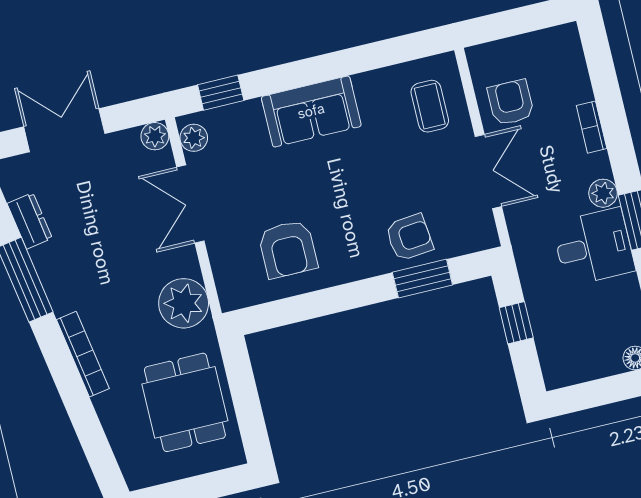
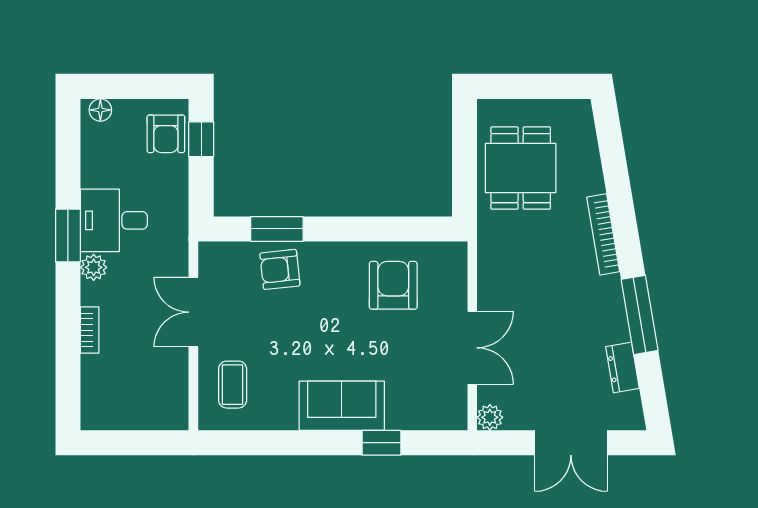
window: (221, 93) -> (381, 443), moved
armchair: (511, 102) -> (166, 134), moved
plant: (194, 138) -> (455, 407), removed
plant: (184, 303) -> (500, 259), removed
window: (516, 323) -> (201, 139), moved

